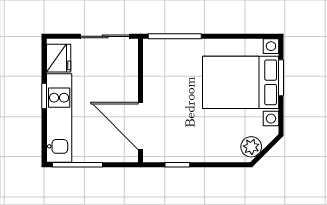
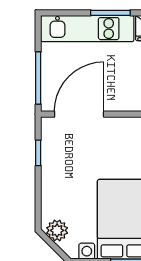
window: (44, 96) -> (110, 13), width x1.50
window: (77, 165) -> (38, 78), moved

